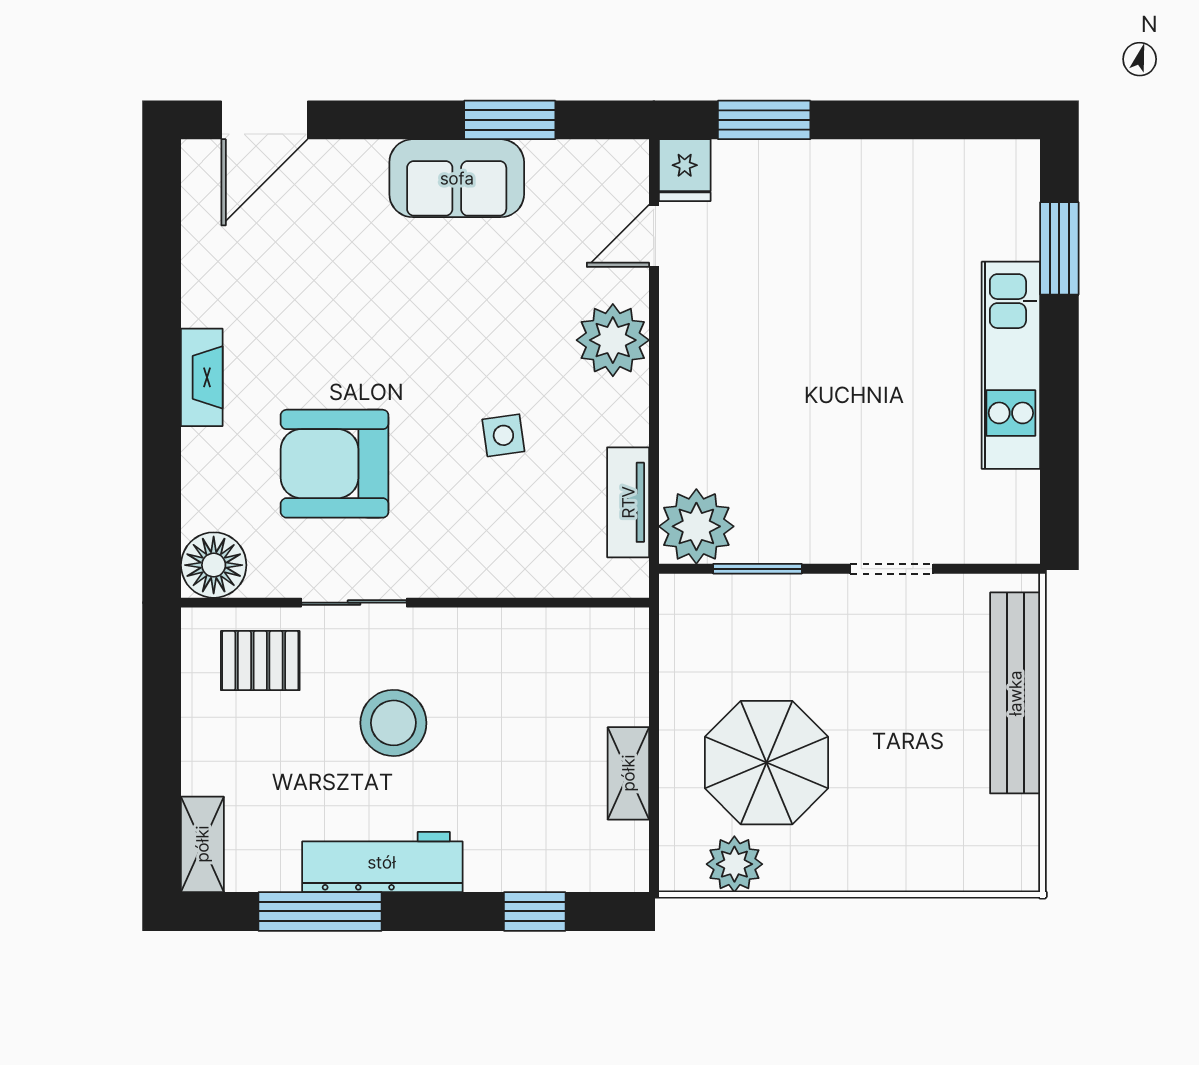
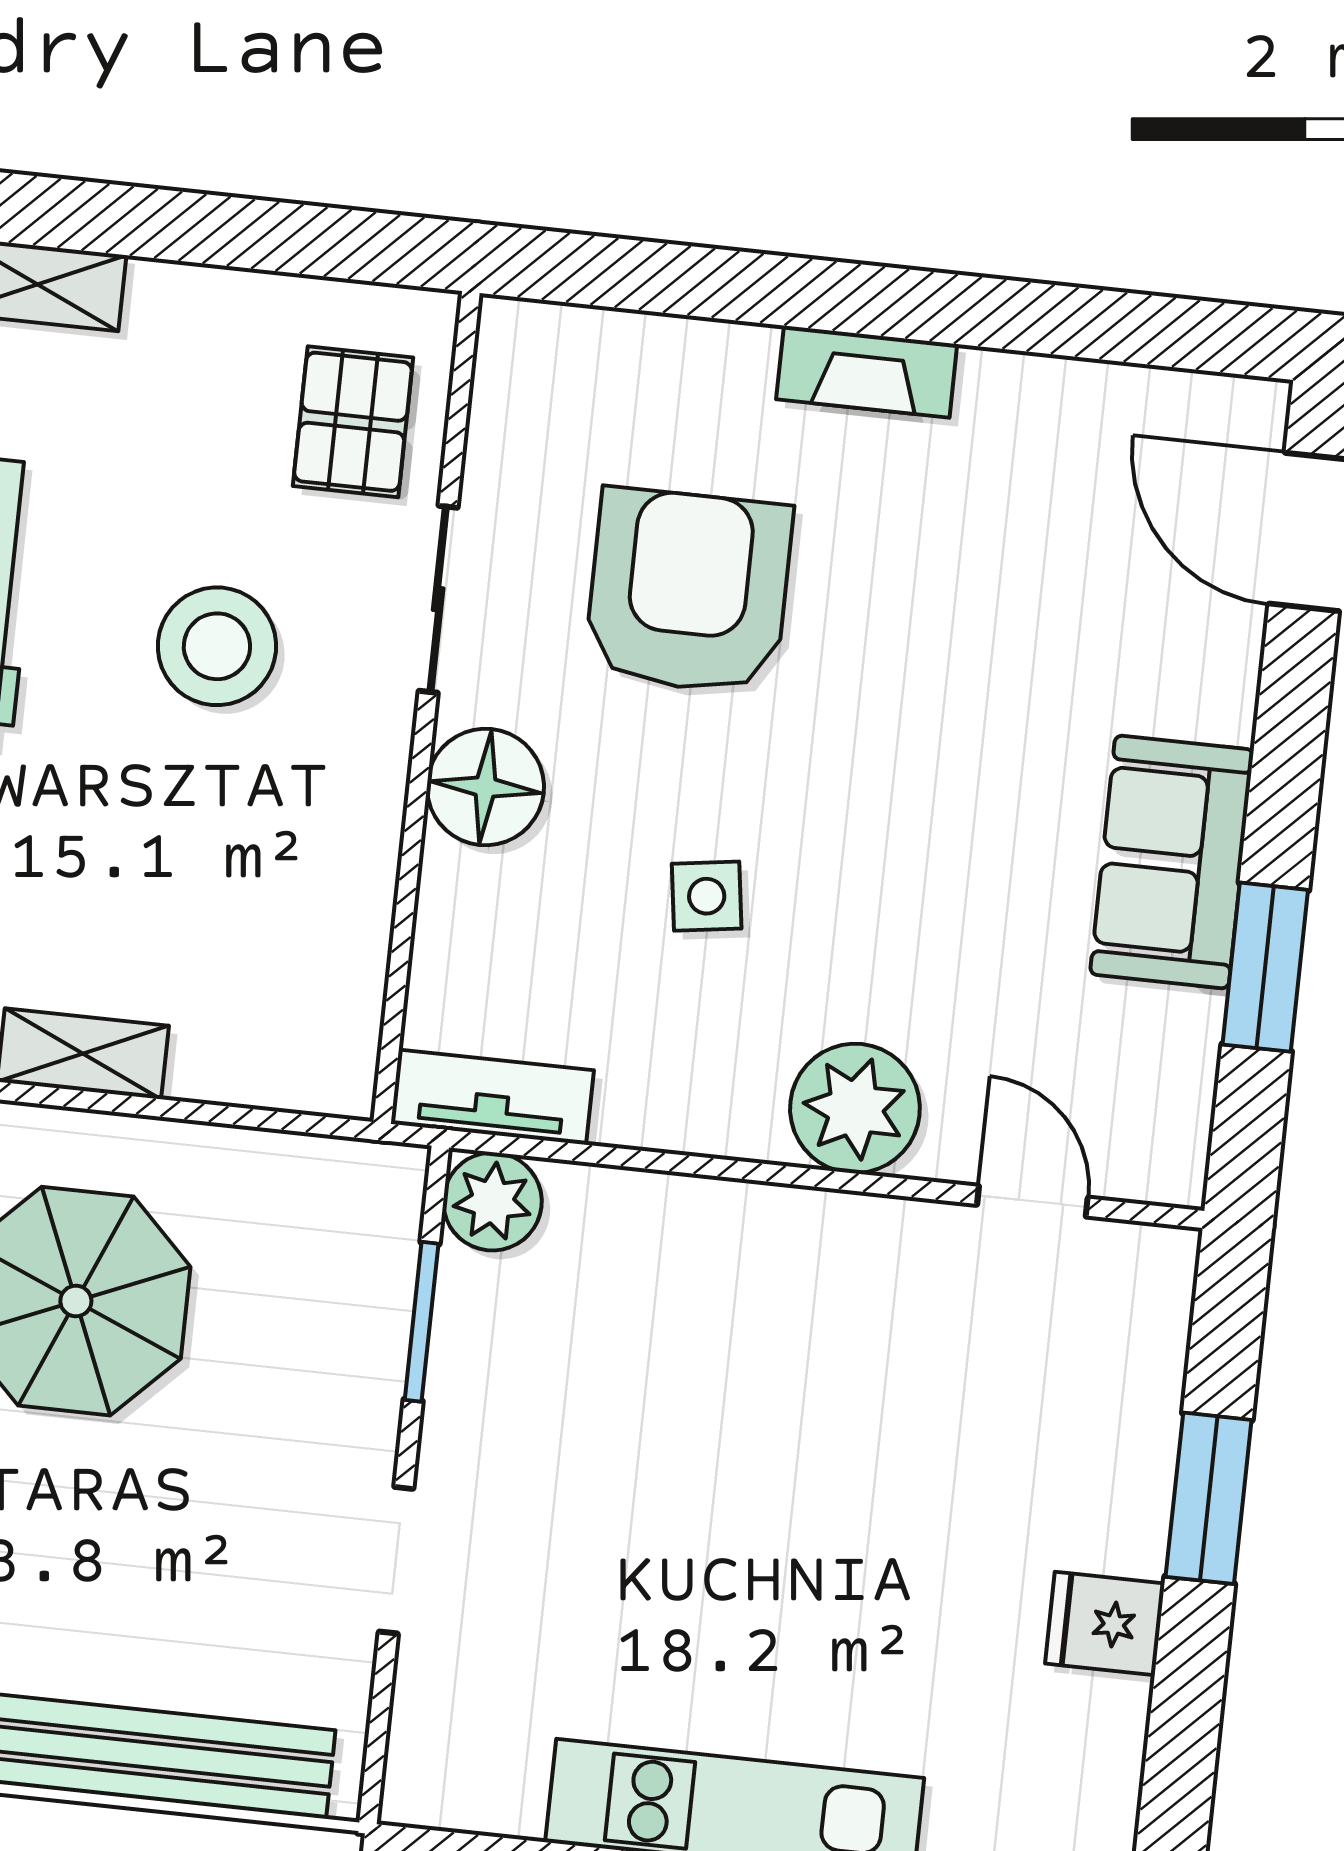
window: (764, 120) -> (1209, 1498), moved
fridge: (685, 170) -> (1105, 1624), moved
tv unit: (628, 502) -> (492, 1097), moved
plant: (696, 526) -> (492, 1202), width x0.73, depth x0.73
floor lamp: (214, 565) -> (485, 787), moved

